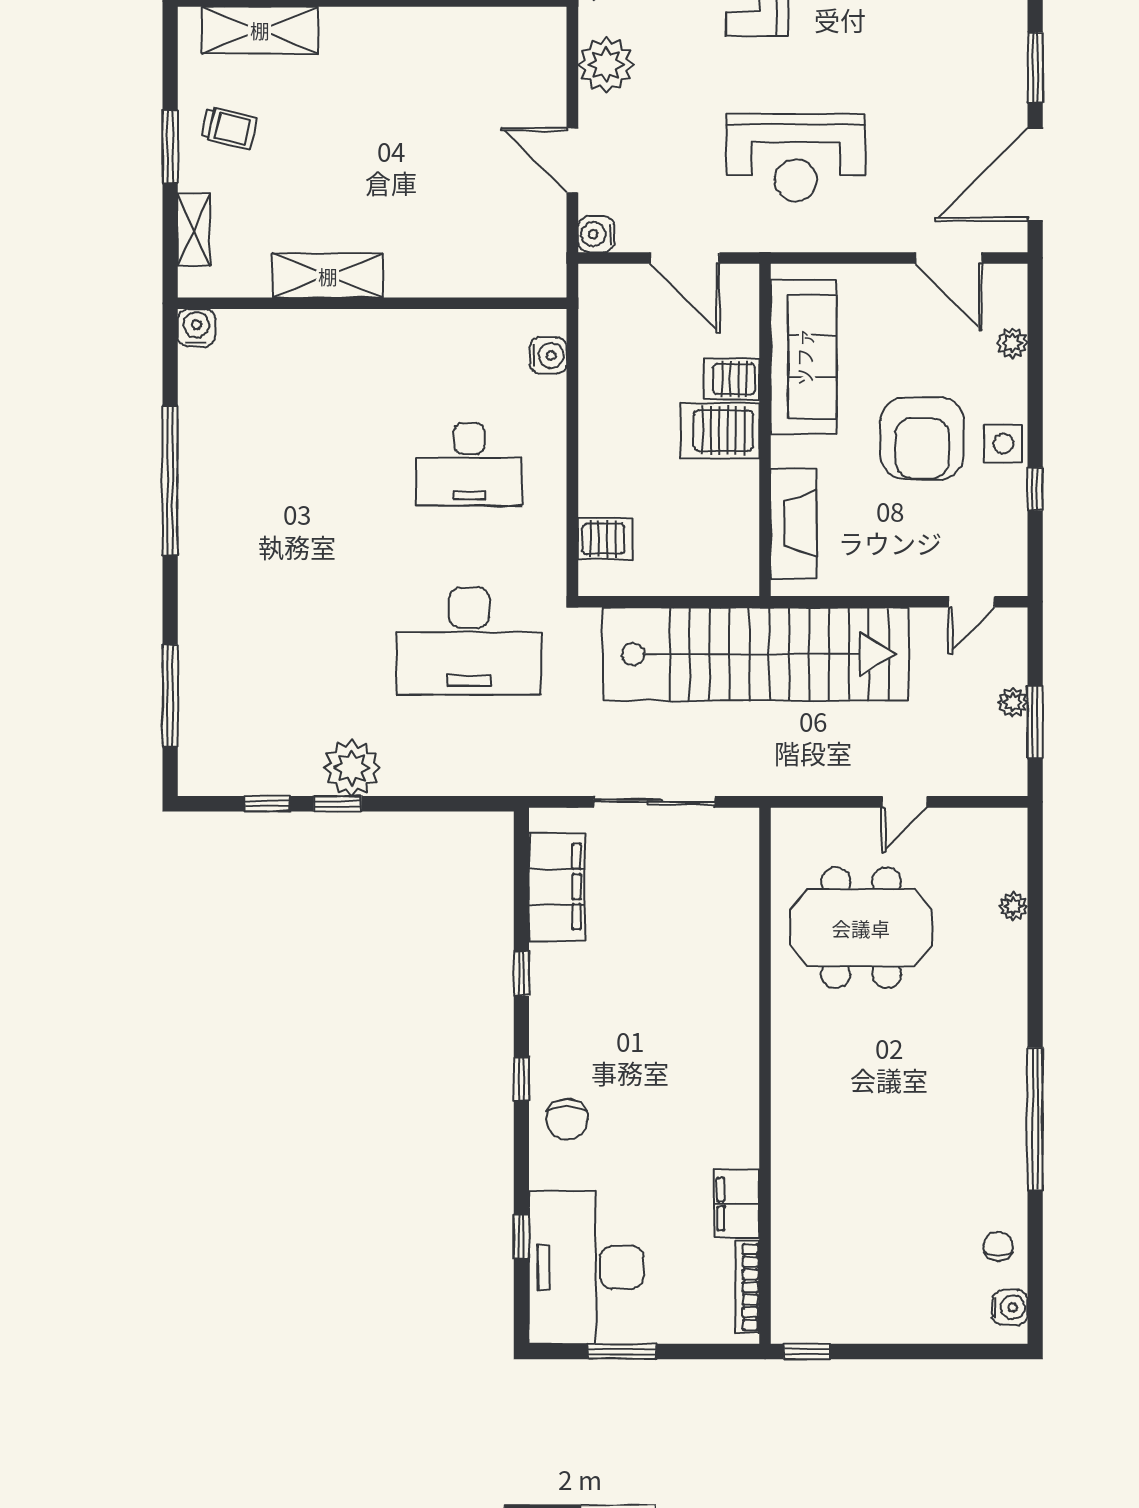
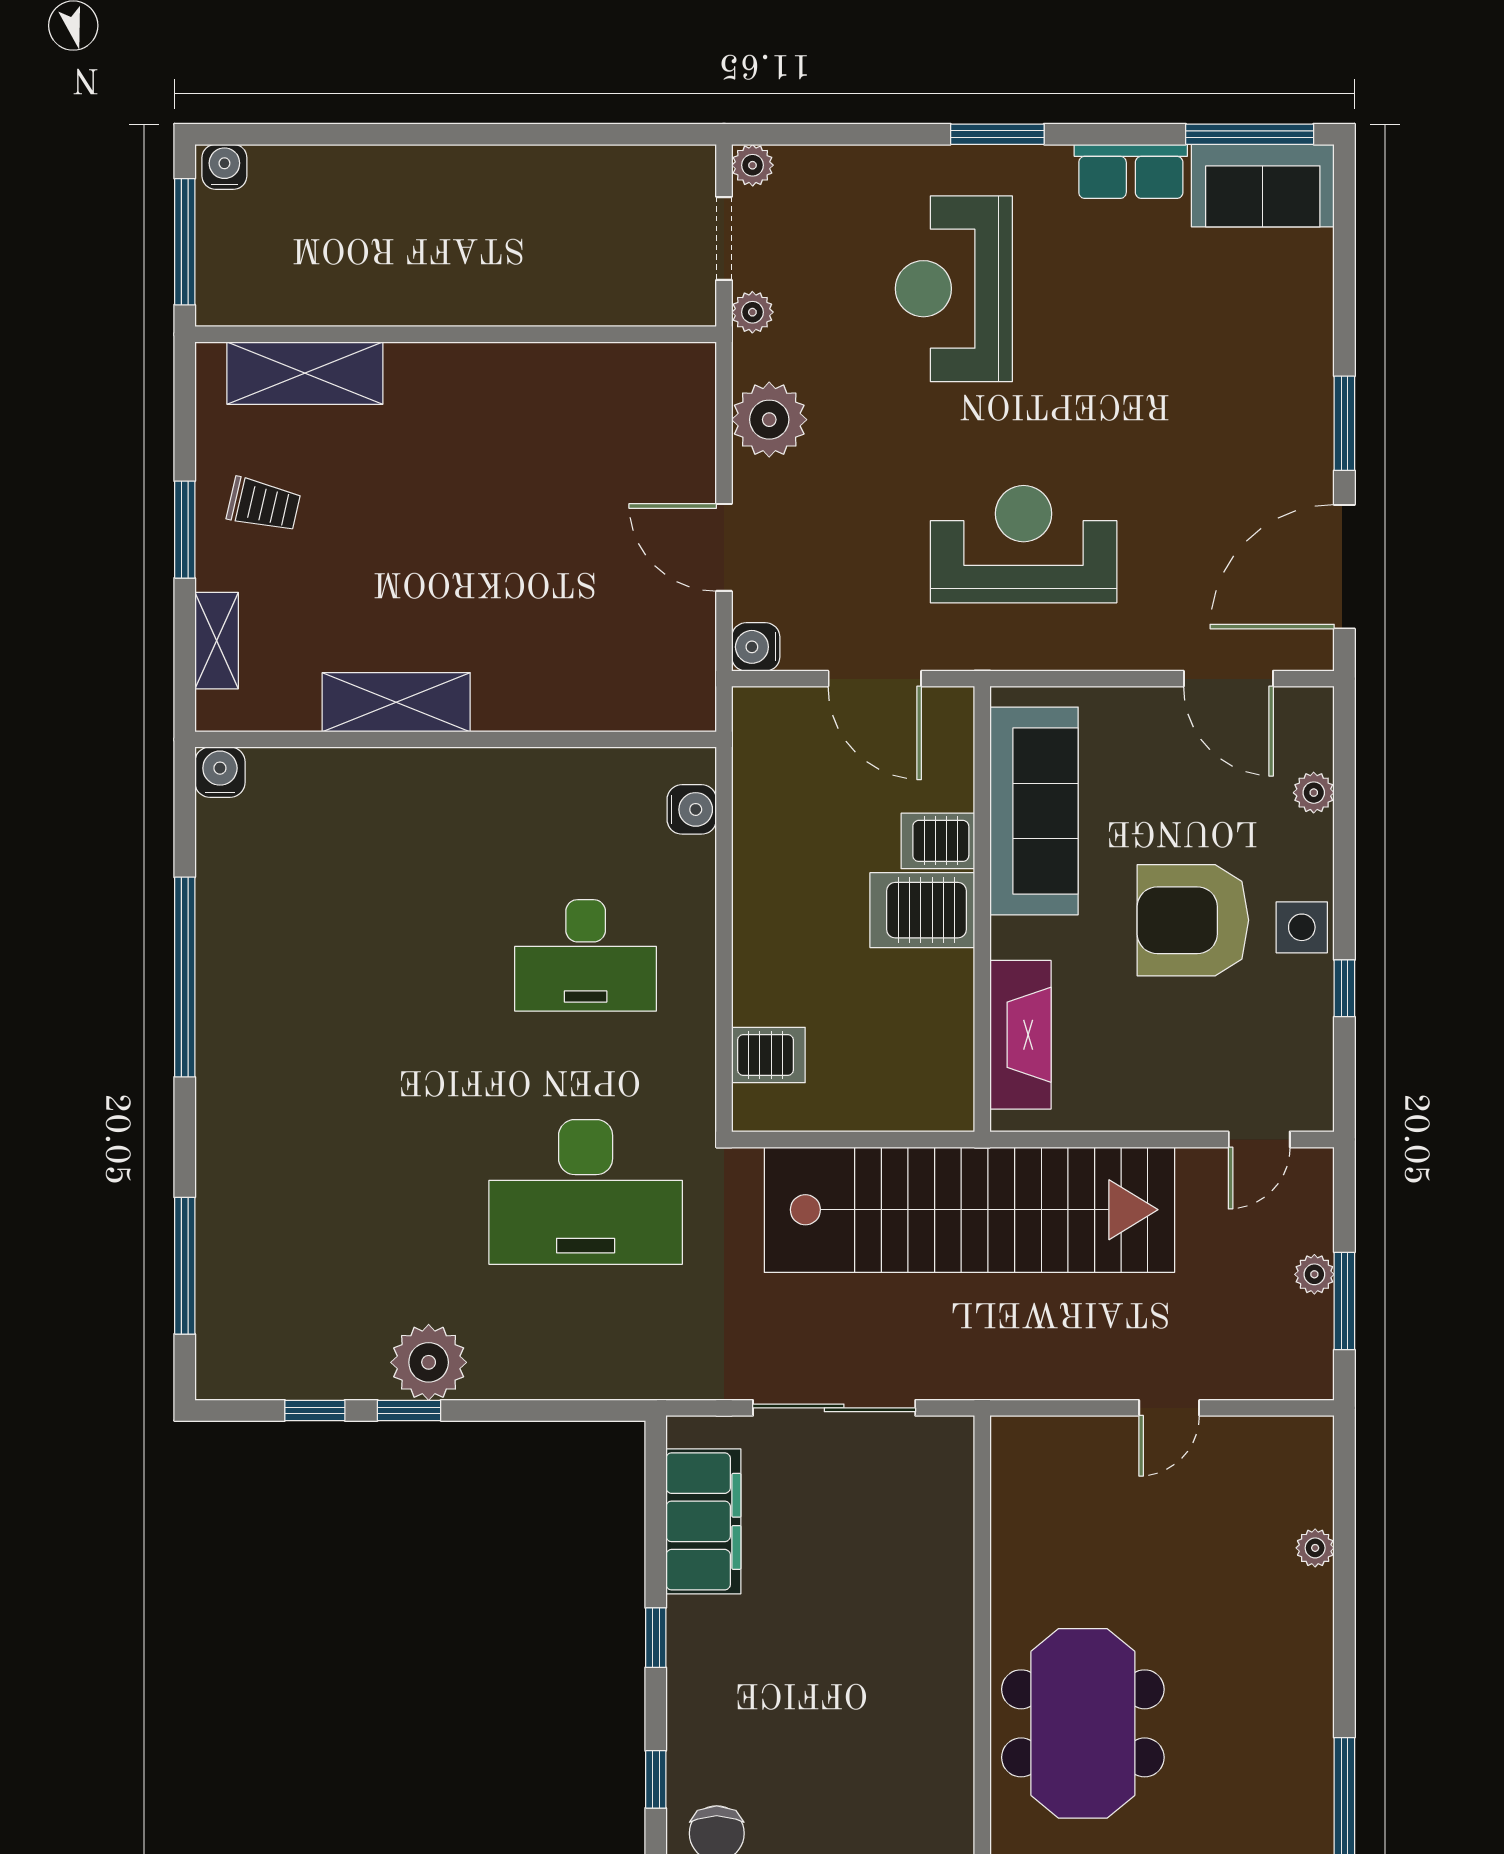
reception desk: (796, 158) -> (1024, 544), turned 180
armchair: (922, 438) -> (1193, 920), turned 90
meeting table: (861, 928) -> (1083, 1723), moved, turned 90

